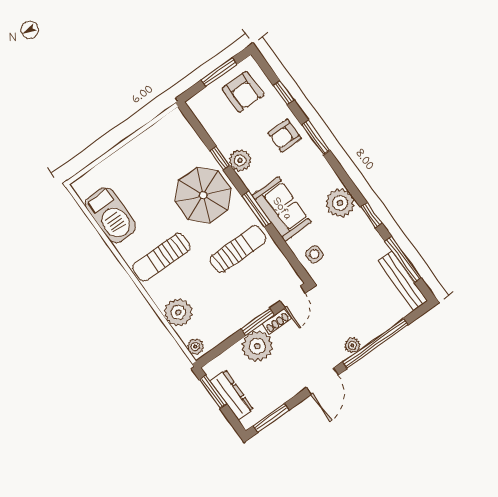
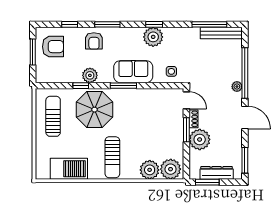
window: (371, 215) -> (154, 24), moved
sun lounger: (238, 249) -> (53, 116), moved
plant: (195, 347) -> (171, 169), width x1.88, depth x1.88

